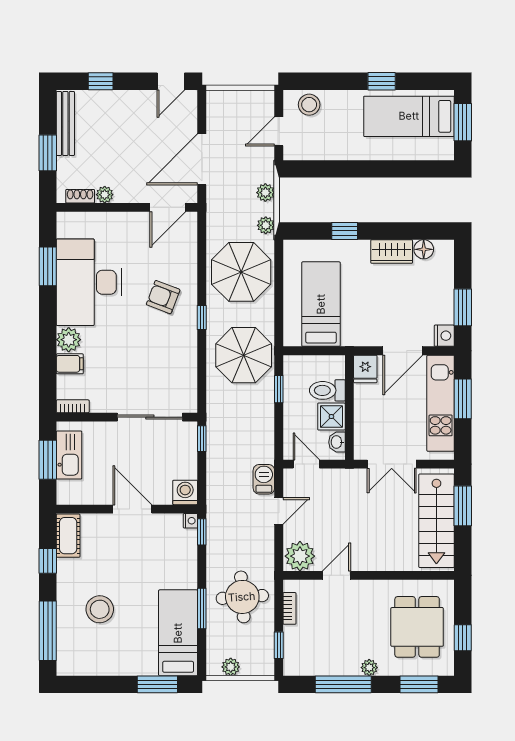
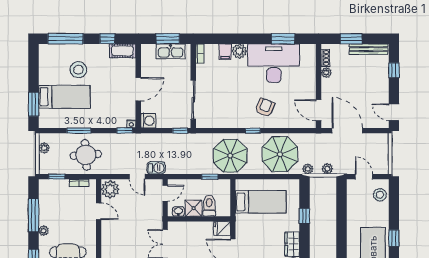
bed: (178, 633) -> (64, 97), moved

